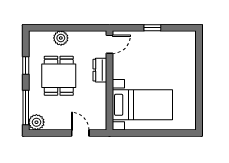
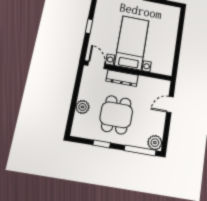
dresser: (100, 70) -> (122, 78), width x1.44
dining table: (59, 76) -> (116, 115), turned 90
bed with nightstands: (142, 105) -> (132, 43), moved

